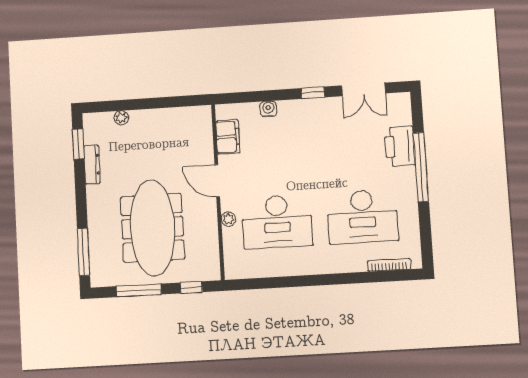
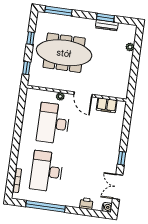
water cooler: (268, 109) -> (107, 207), moved
window: (78, 144) -> (105, 18), moved
printer: (400, 146) -> (86, 204), width x0.53, depth x0.68
window: (421, 167) -> (45, 206), moved
door: (217, 181) -> (83, 94), swing flipped
window: (139, 290) -> (31, 38), width x0.46

